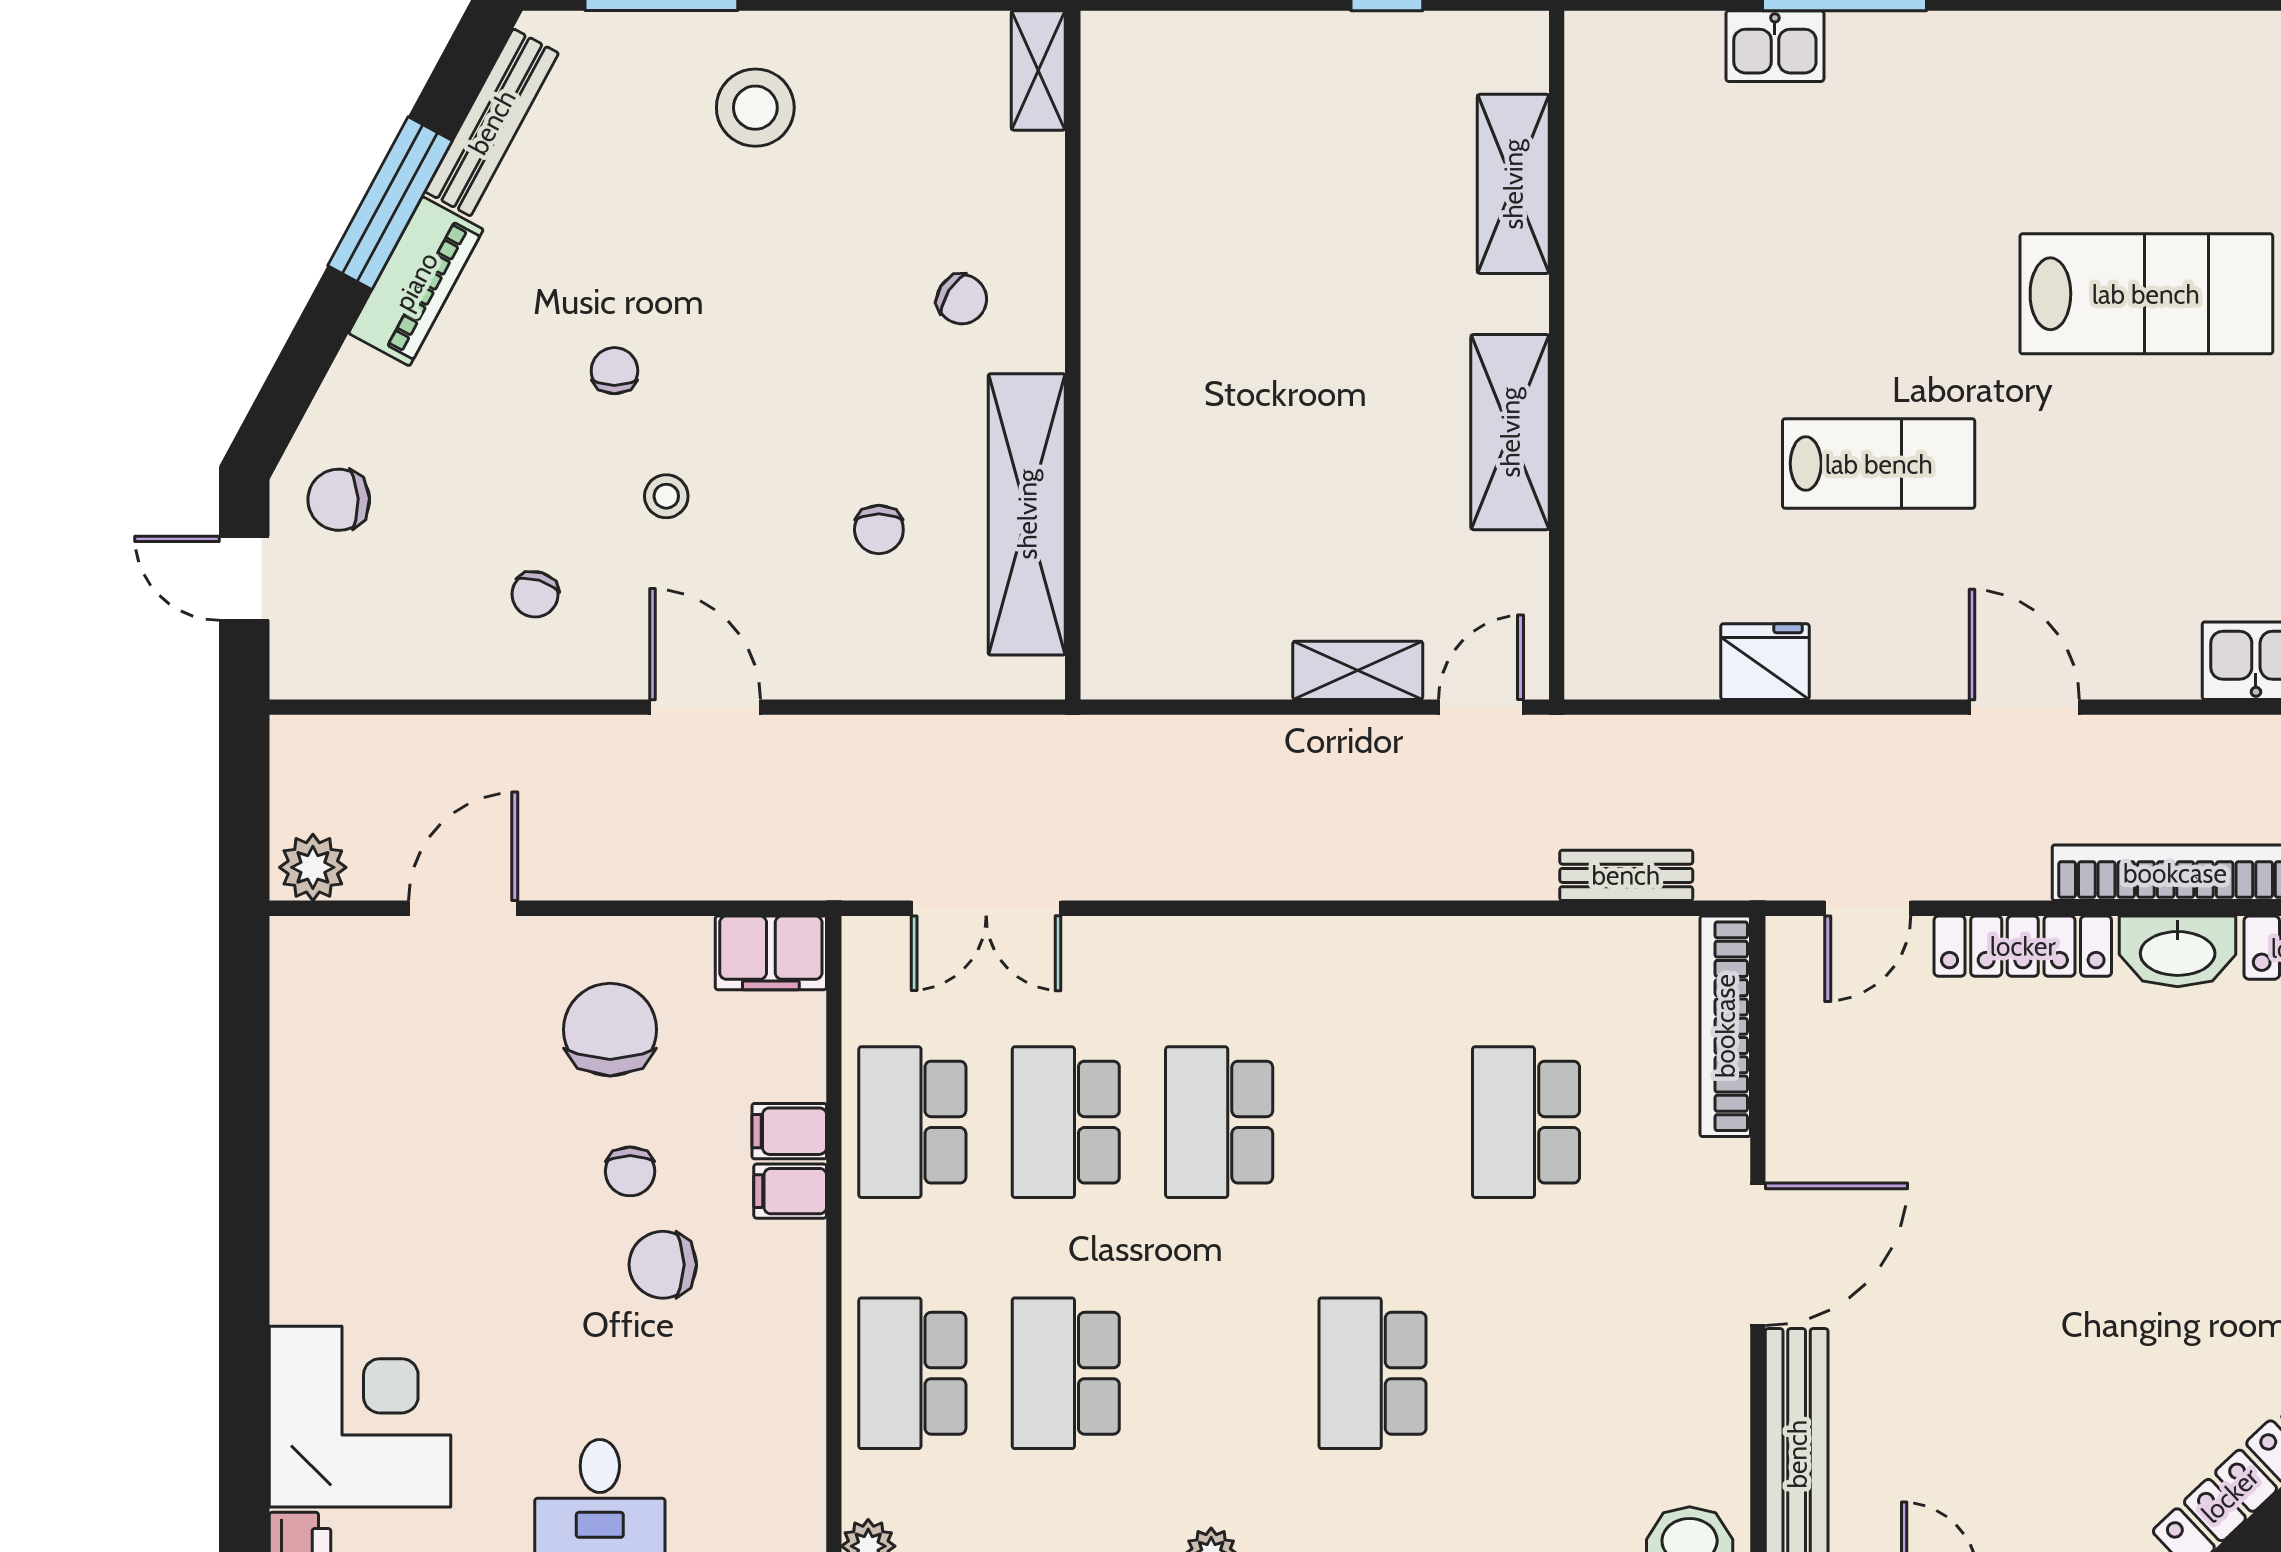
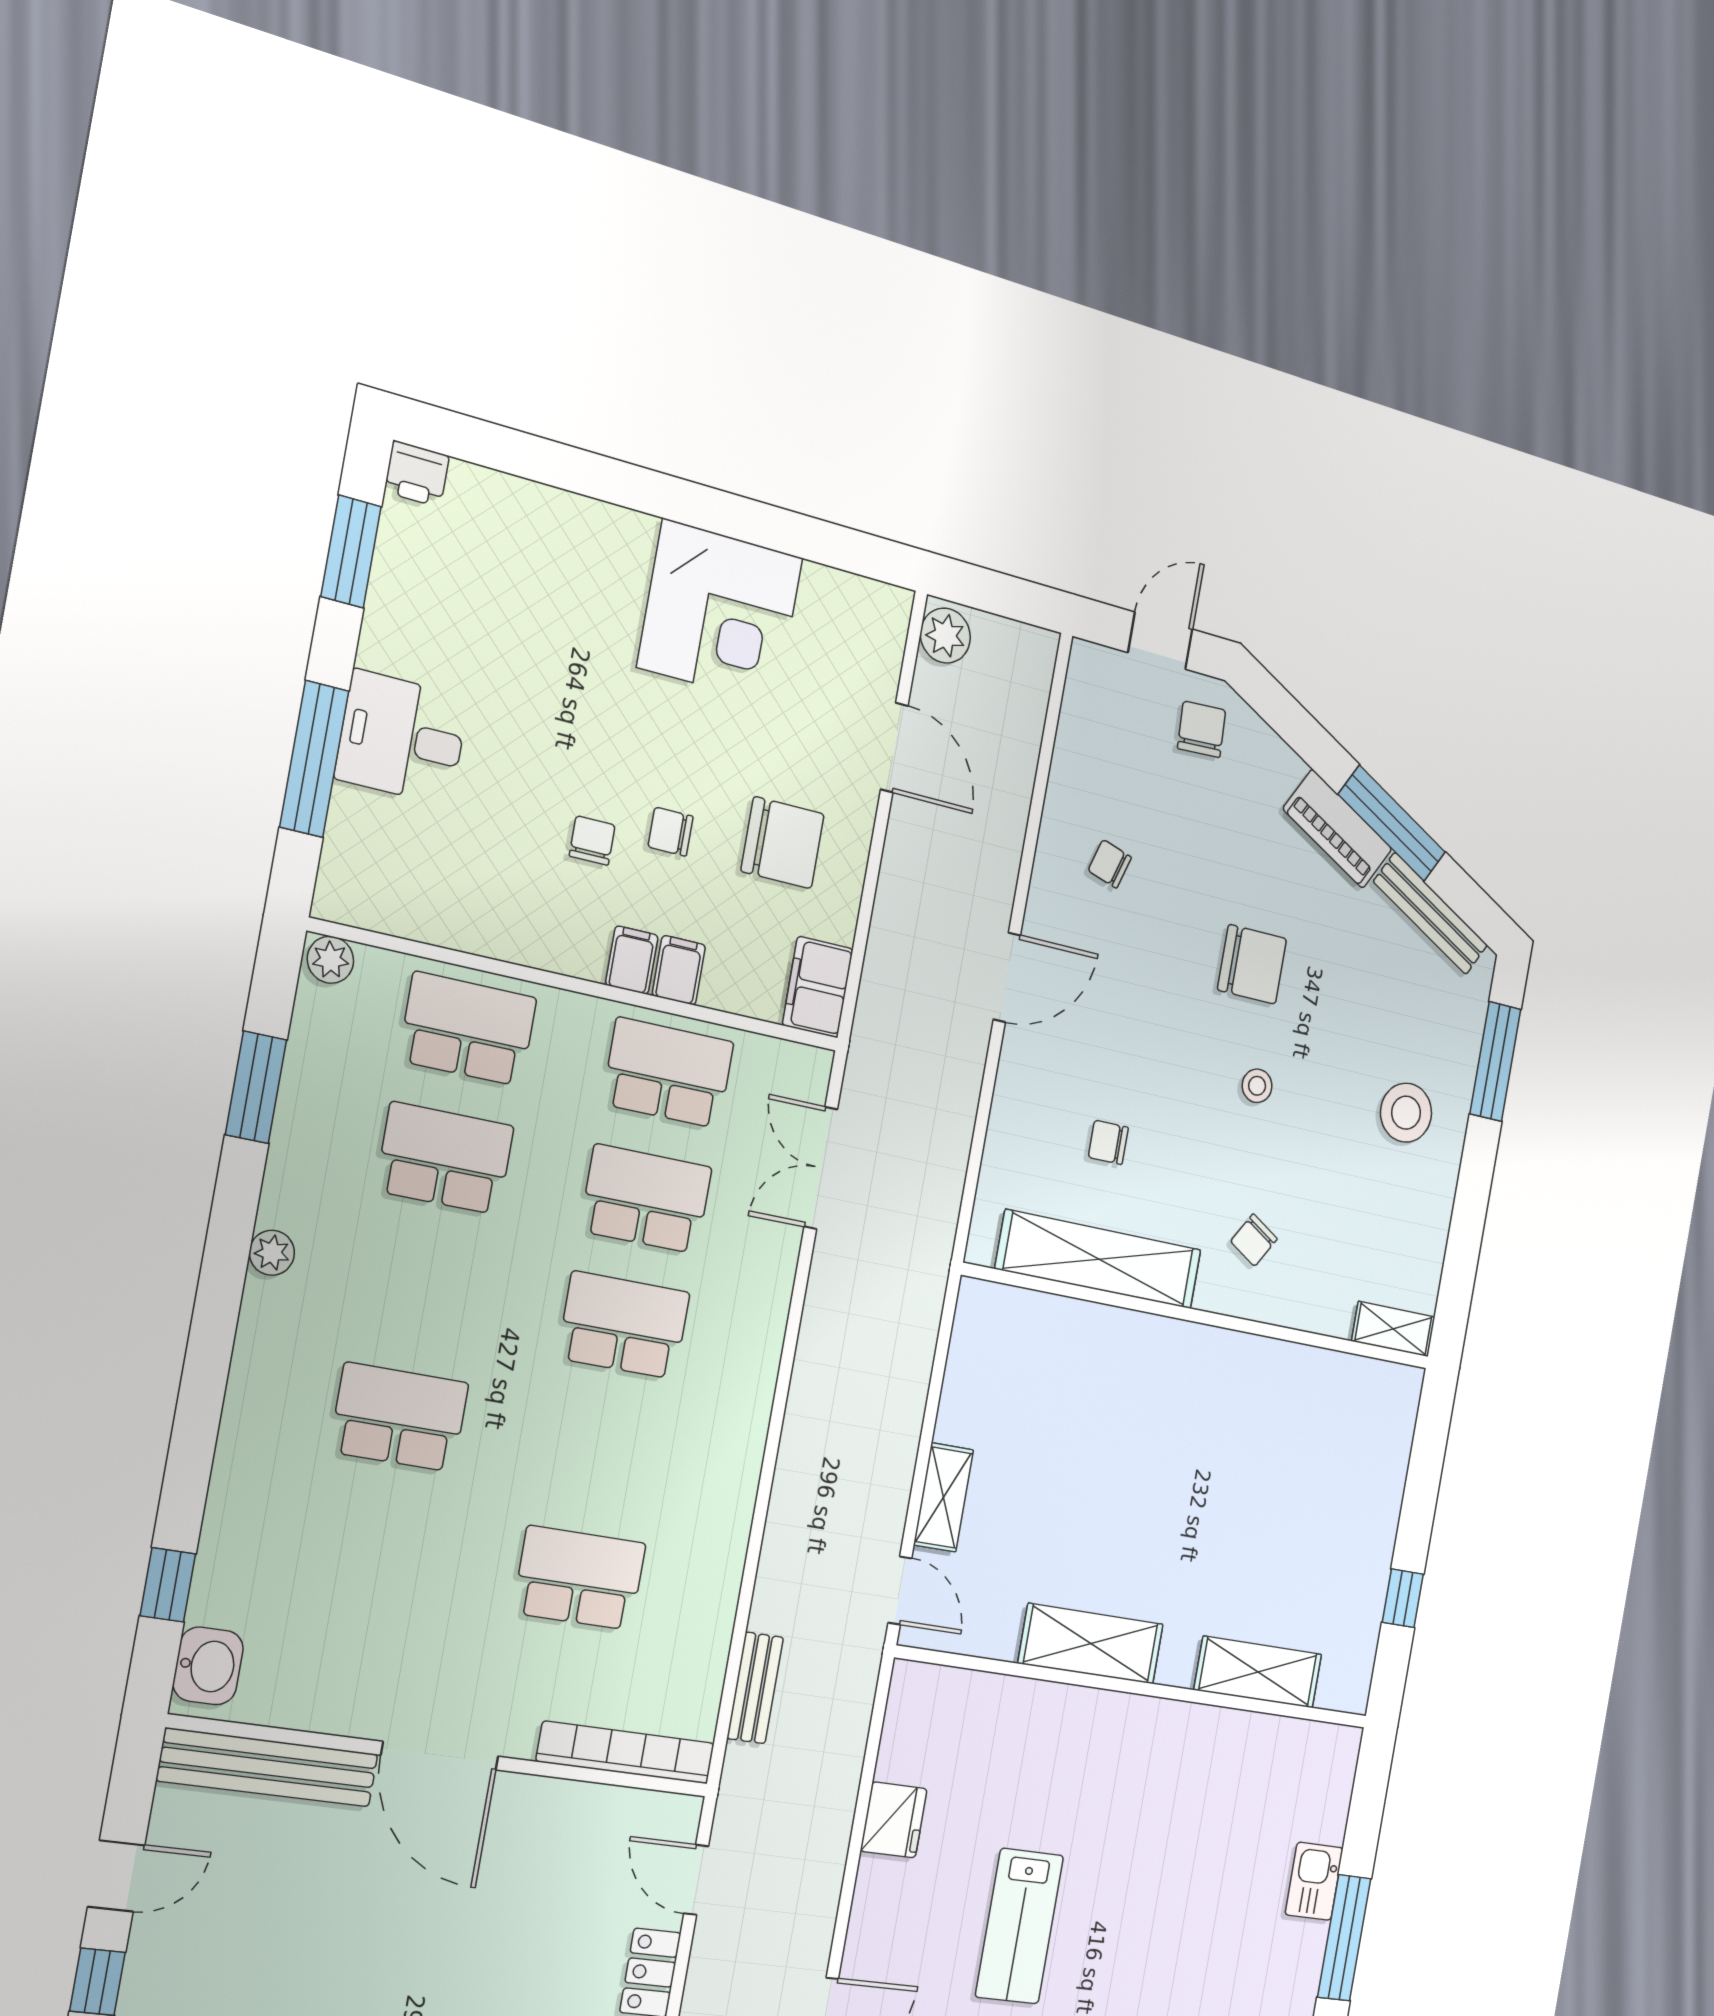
chair: (614, 371) -> (1252, 964), width x1.87, depth x1.87
stool: (666, 496) -> (1257, 1086), moved
chair: (663, 1265) -> (592, 841), width x0.73, depth x0.73
corner desk: (360, 1417) -> (720, 612), moved

